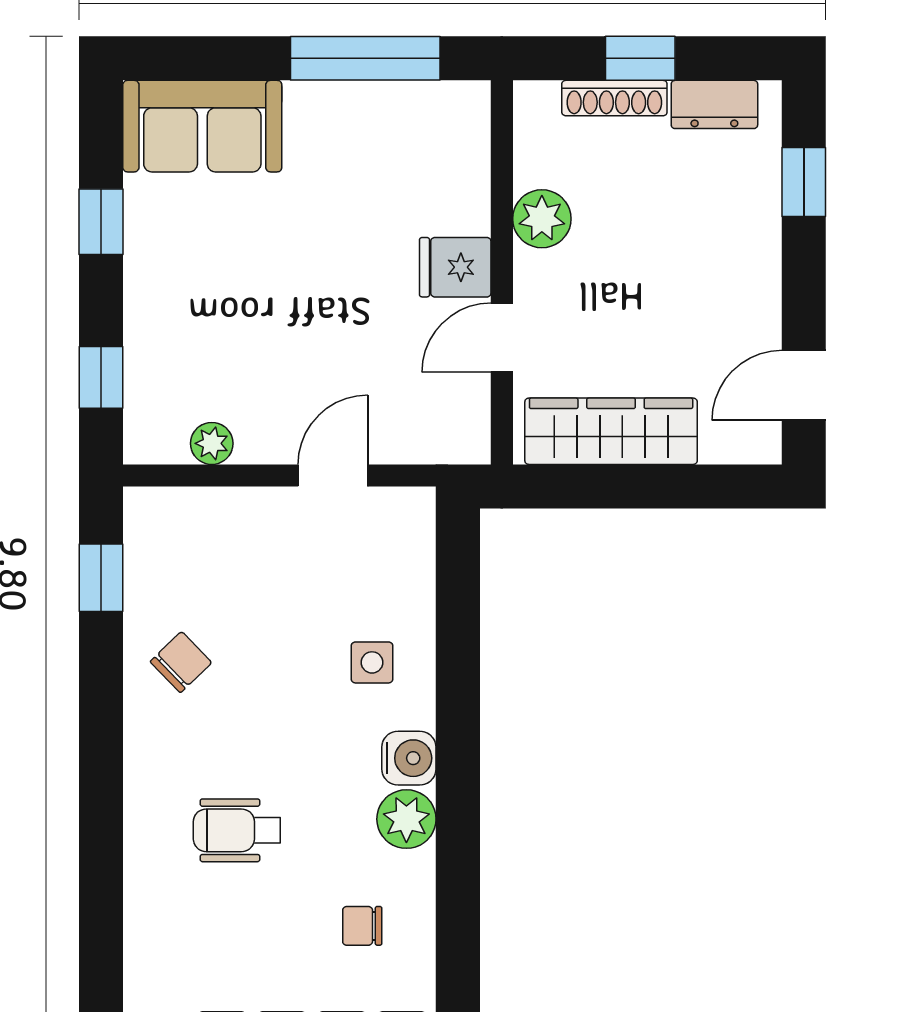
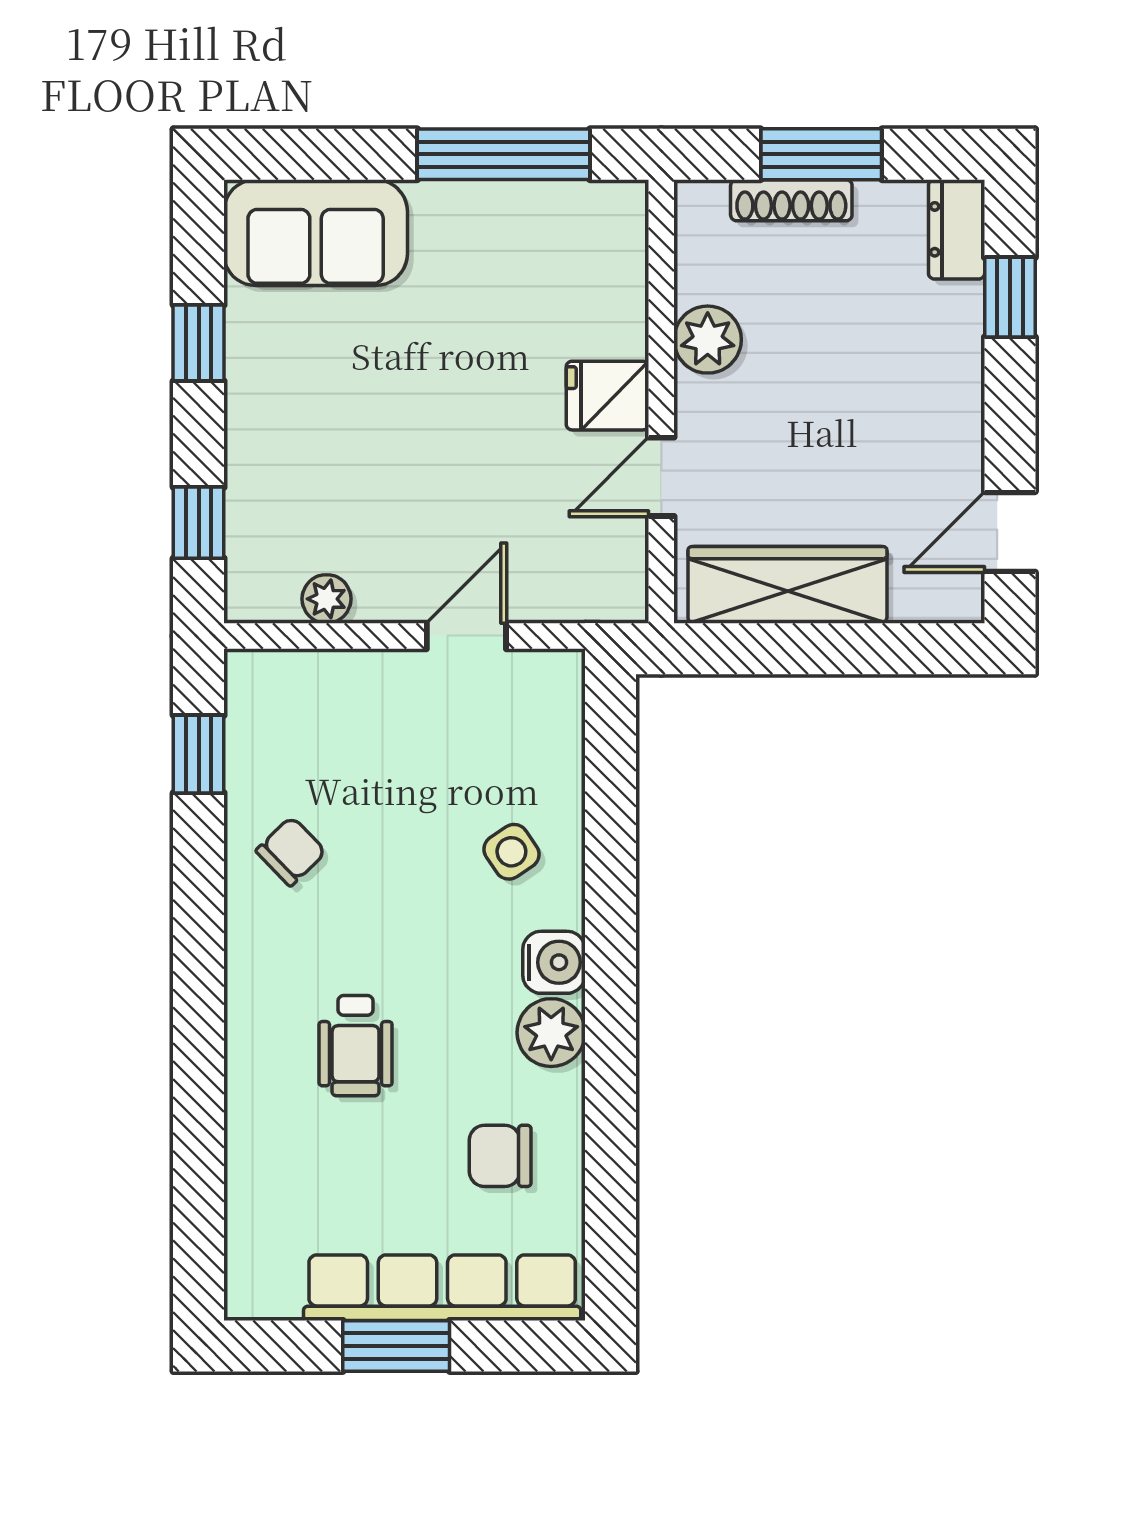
window: (640, 58) -> (821, 154), width x1.50
dresser: (714, 104) -> (957, 229), moved, turned 90
side table: (372, 662) -> (511, 852), turned -34
wheelchair: (237, 830) -> (356, 1046), turned -90
chair: (362, 926) -> (500, 1156), width x1.37, depth x1.37

